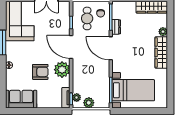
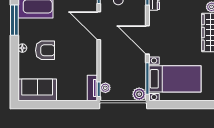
door: (111, 48) -> (147, 40), moved
plant: (62, 70) -> (88, 53), removed
armchair: (40, 72) -> (45, 50), moved
plant: (89, 103) -> (139, 94), moved

